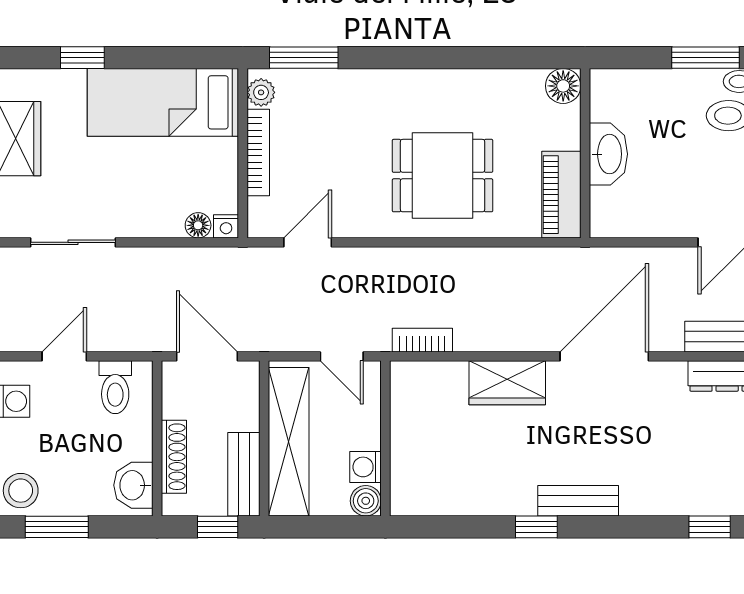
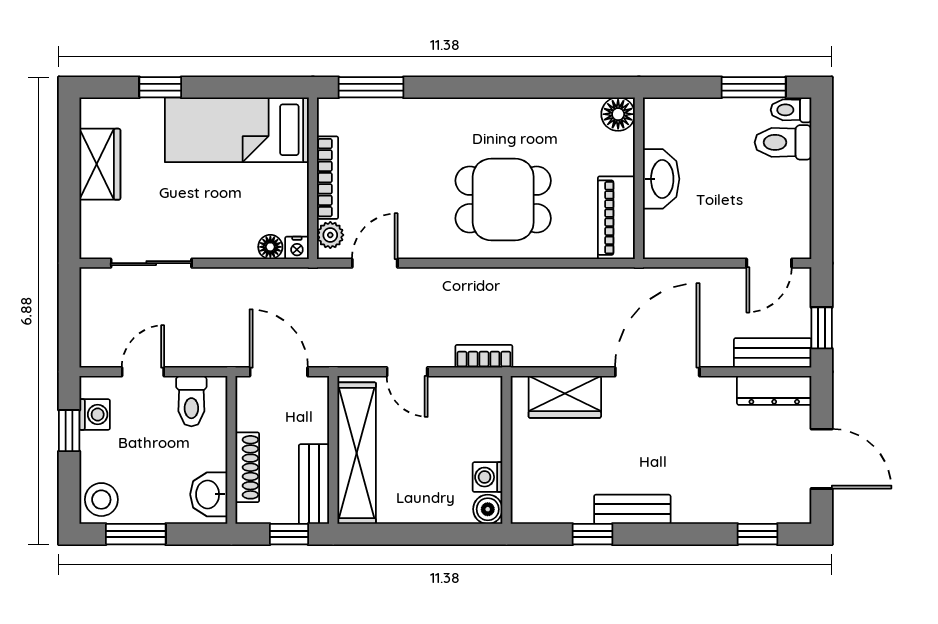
plant: (261, 92) -> (330, 235), moved
wall: (385, 438) -> (506, 450), moved
washing machine: (366, 467) -> (488, 477), moved
boiler: (366, 501) -> (488, 509), moved

